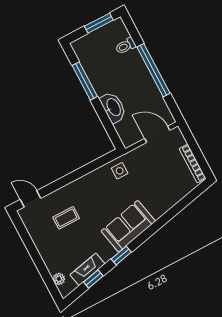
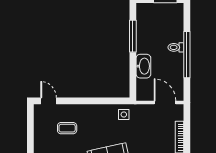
toilet: (126, 46) -> (176, 47), moved

